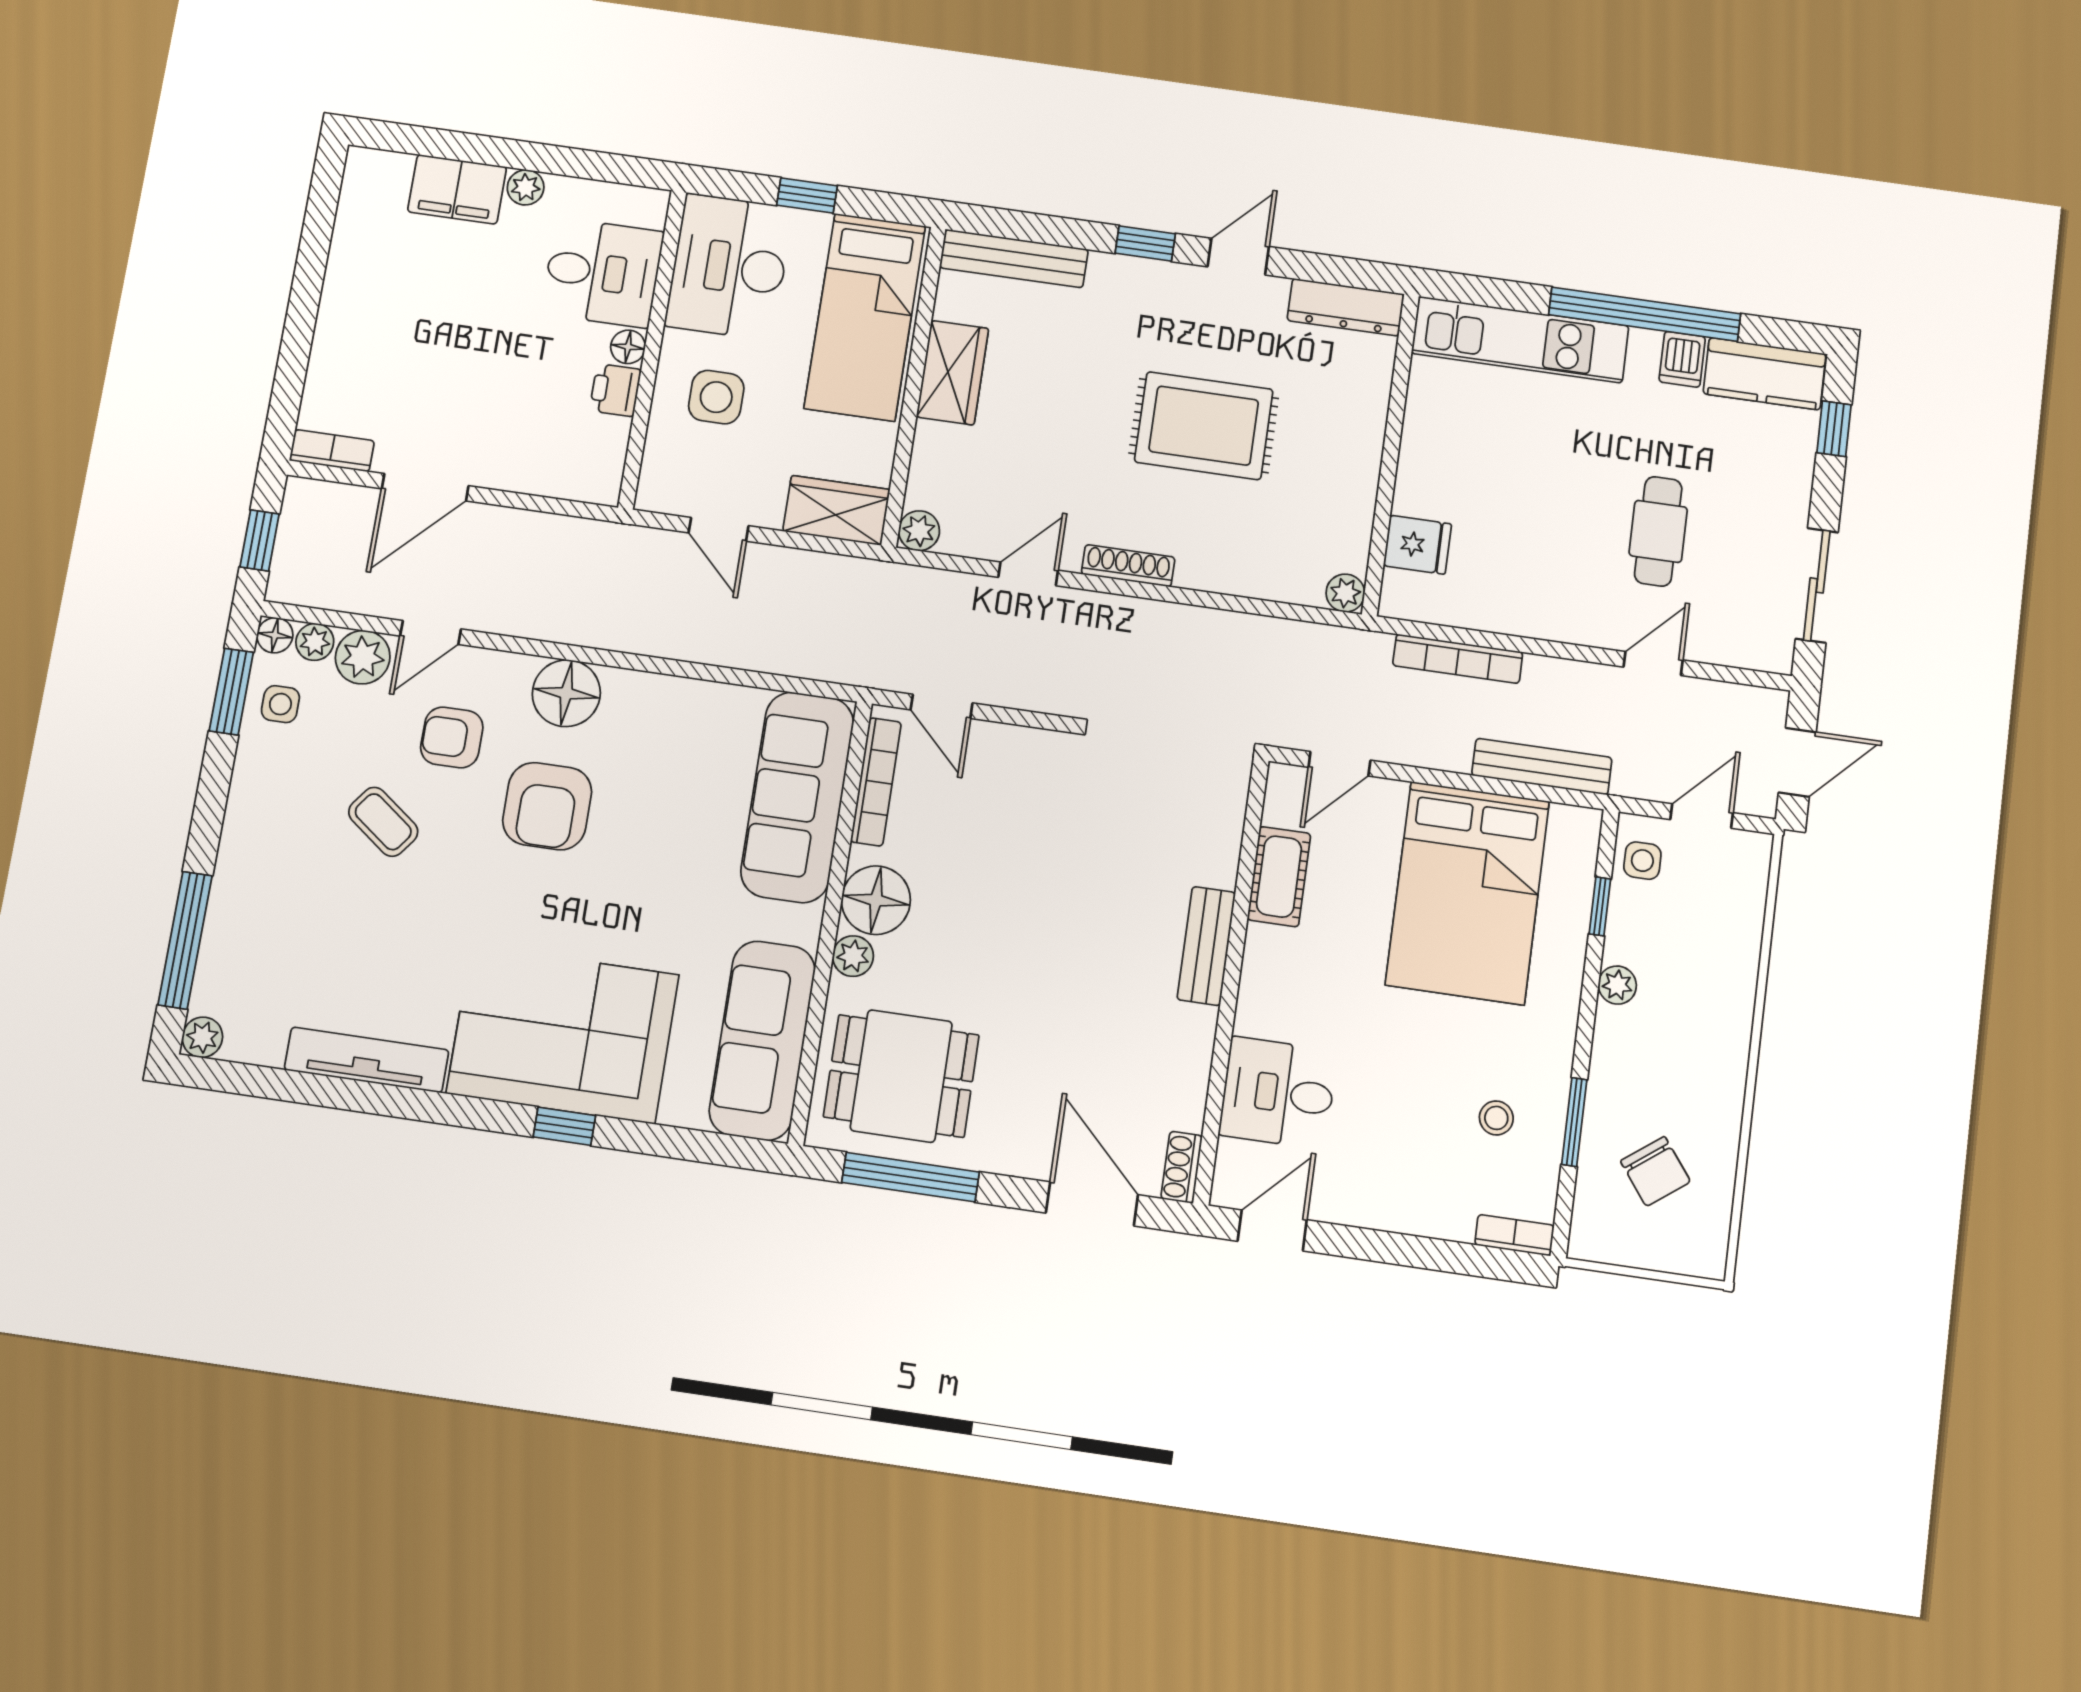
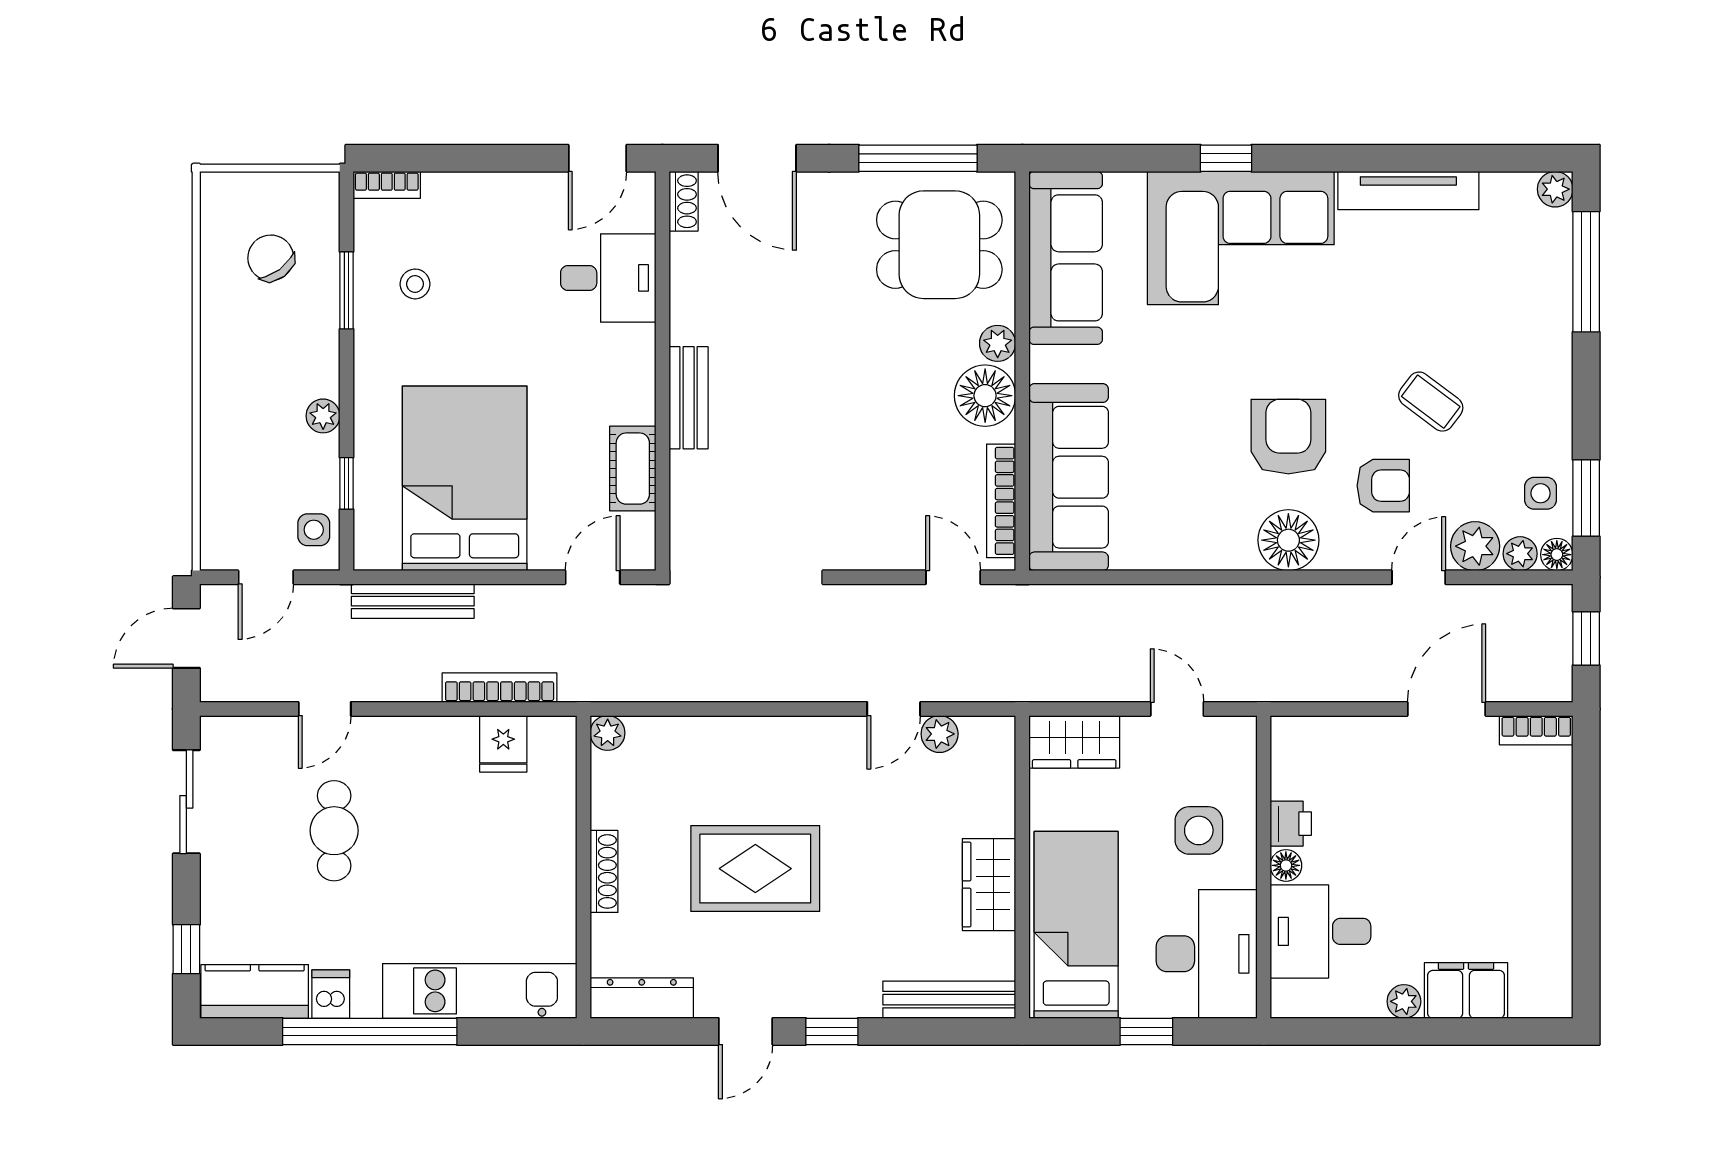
plant: (919, 531) -> (940, 734), moved
fridge: (1417, 545) -> (503, 744), moved, turned -90
shoe rack: (1128, 566) -> (604, 871), moved, turned -90

